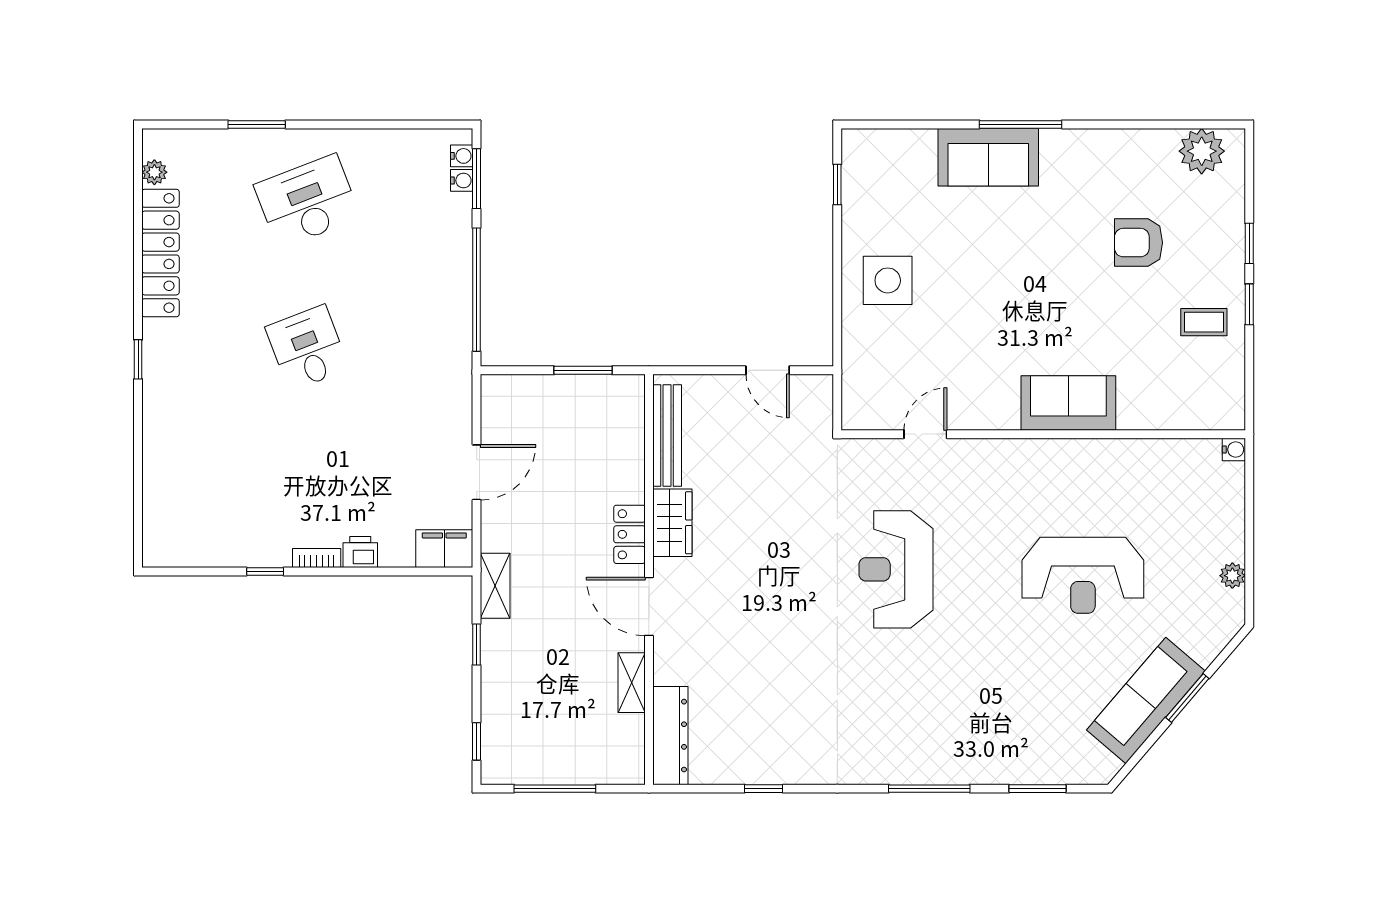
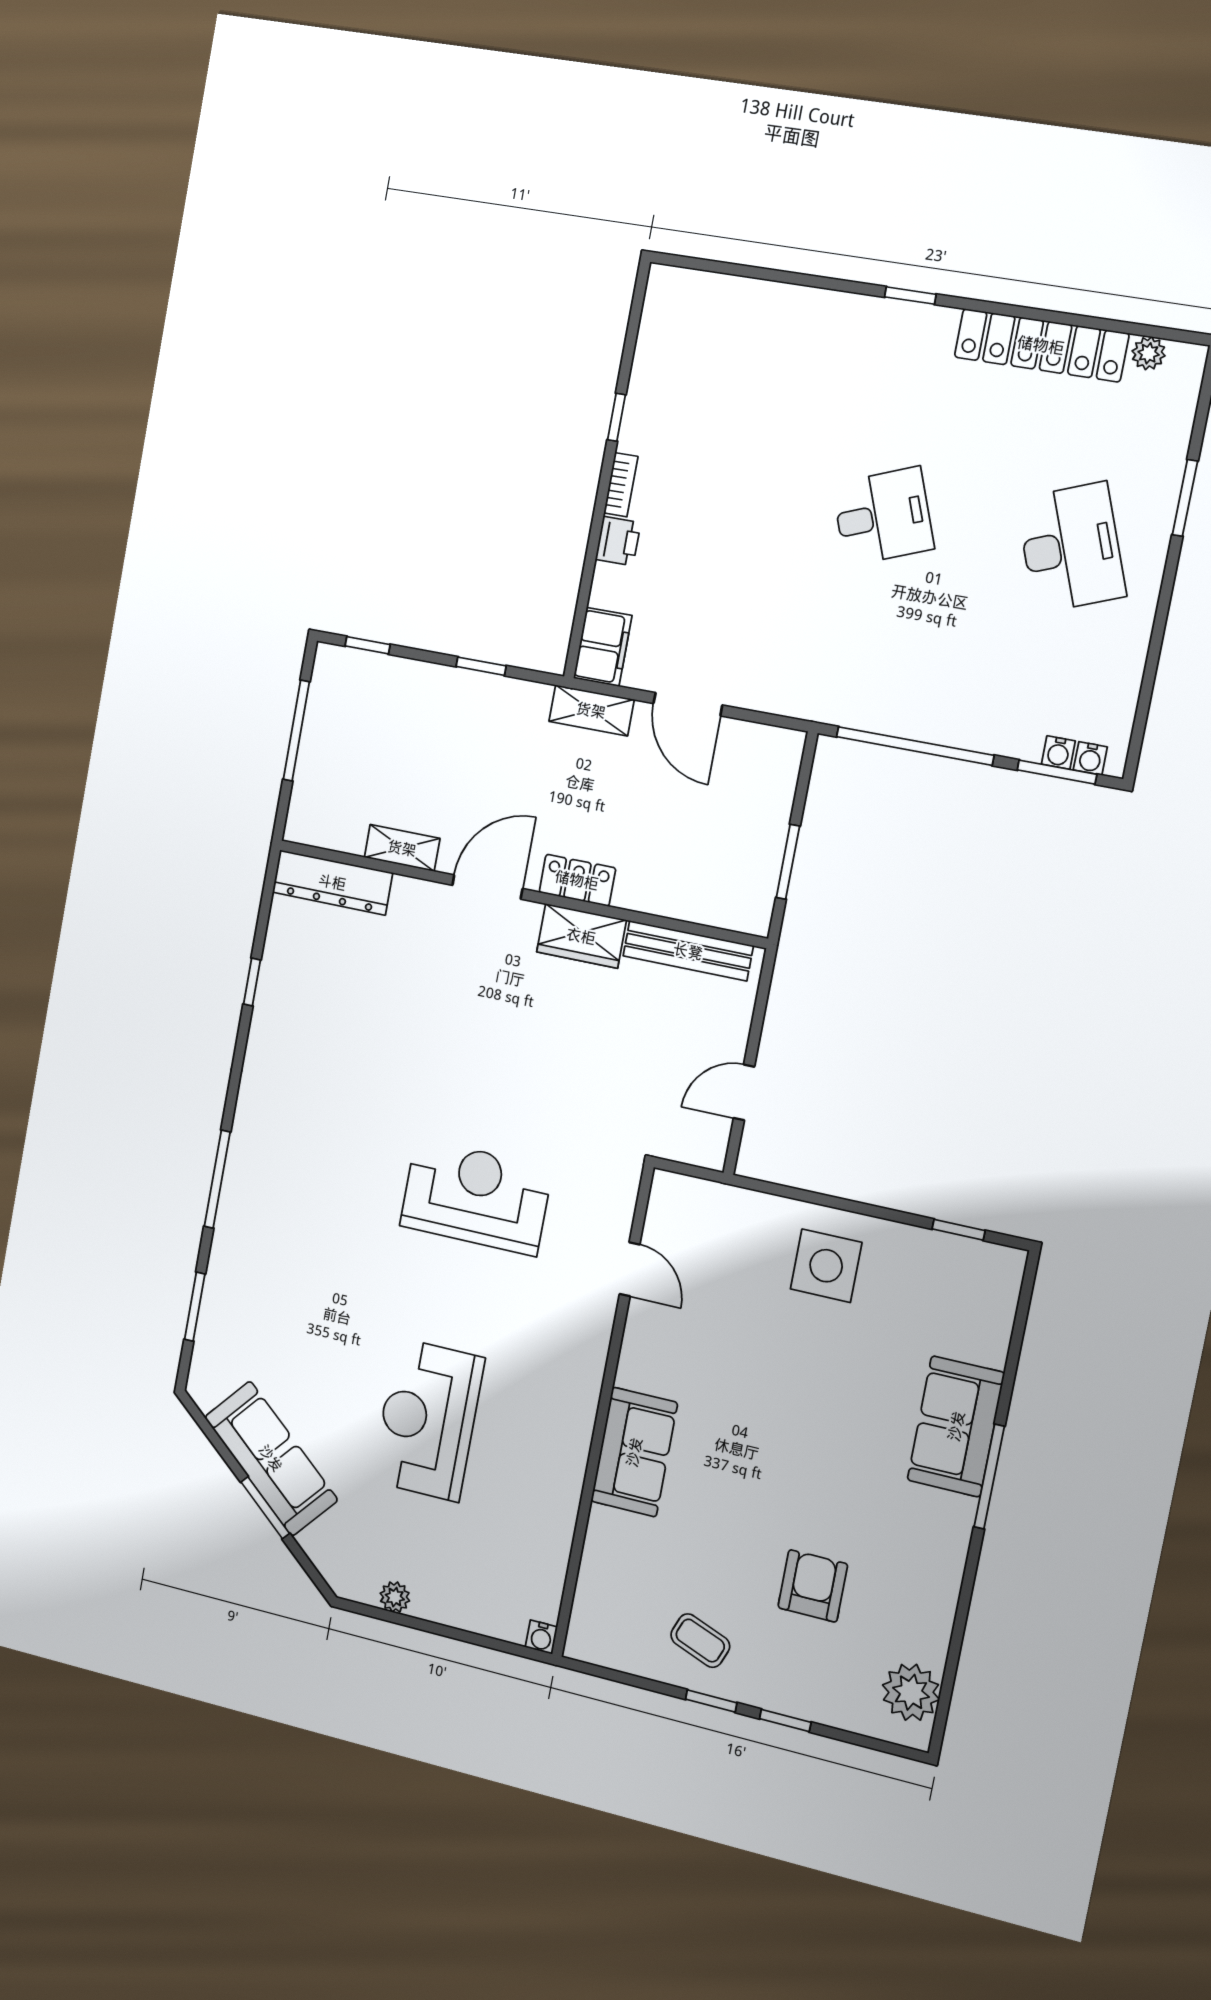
coffee table: (1204, 322) -> (700, 1641), turned -69
shelving: (495, 586) -> (591, 710), moved

